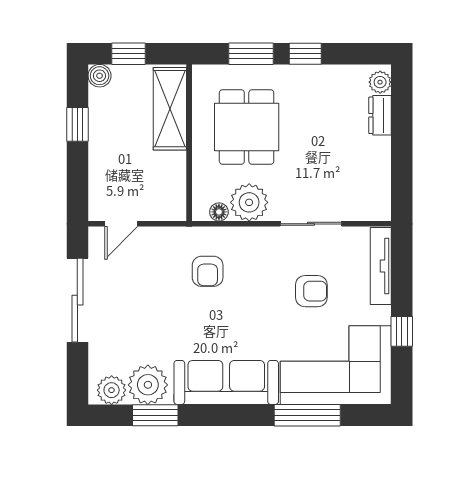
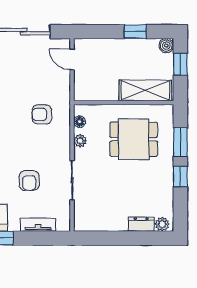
plant: (249, 202) -> (80, 141), width x0.53, depth x0.53
tv unit: (381, 266) -> (38, 225), width x0.71

